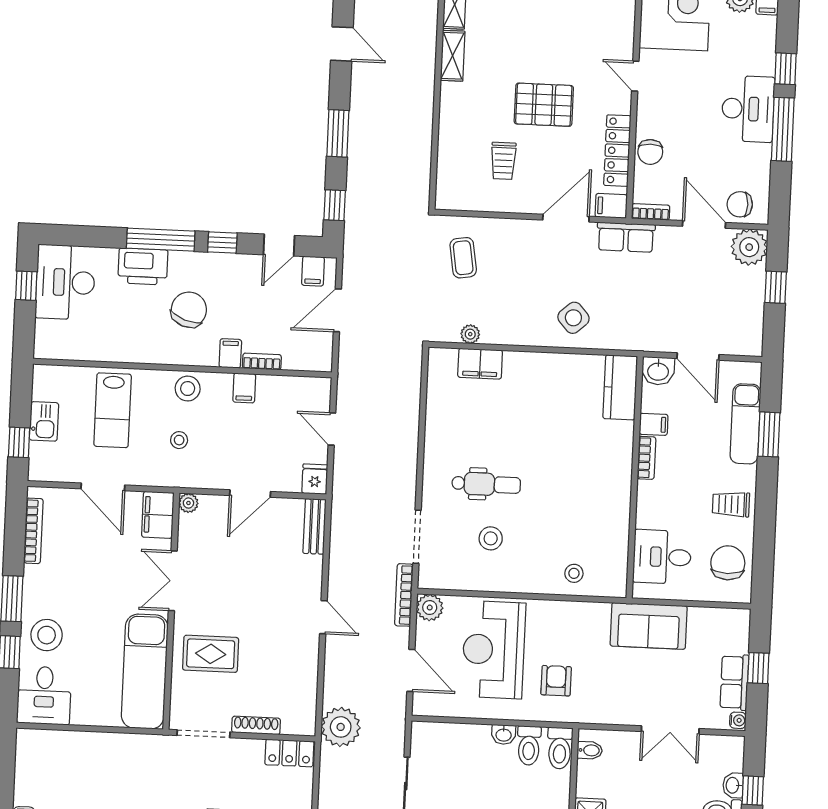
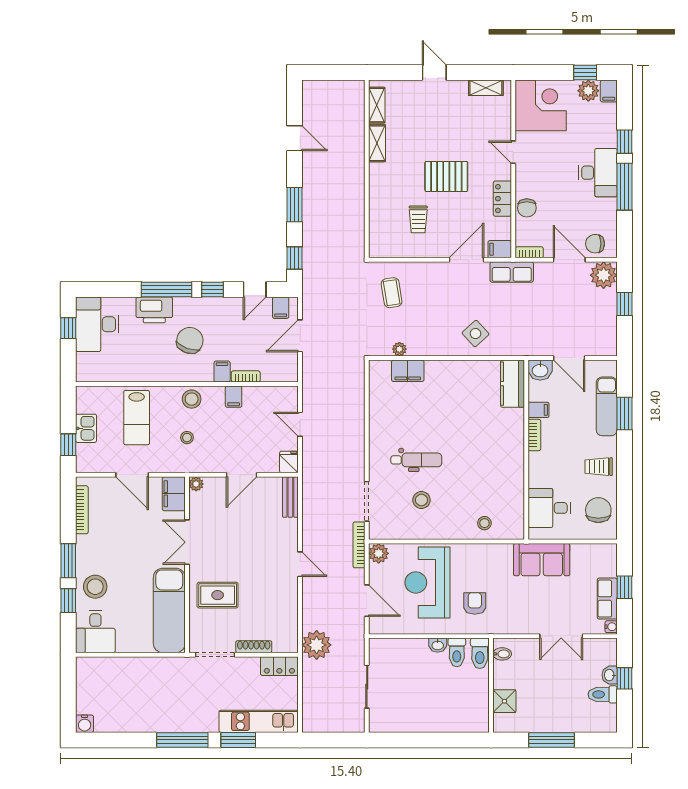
locker: (617, 151) -> (502, 199), width x0.66

